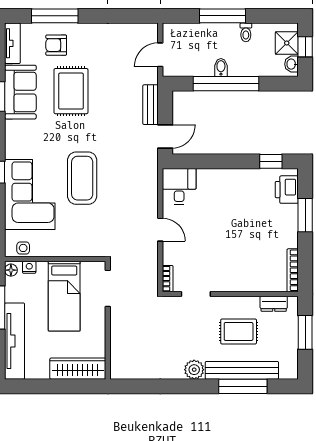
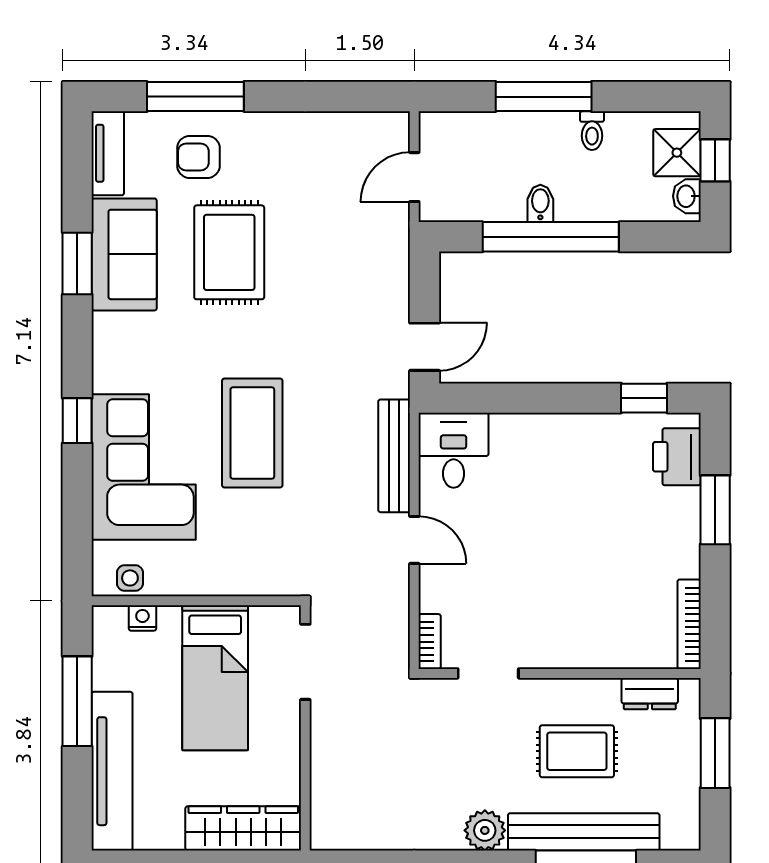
bench: (150, 105) -> (394, 456), moved, width x1.36
floor lamp: (11, 270) -> (105, 624), removed

